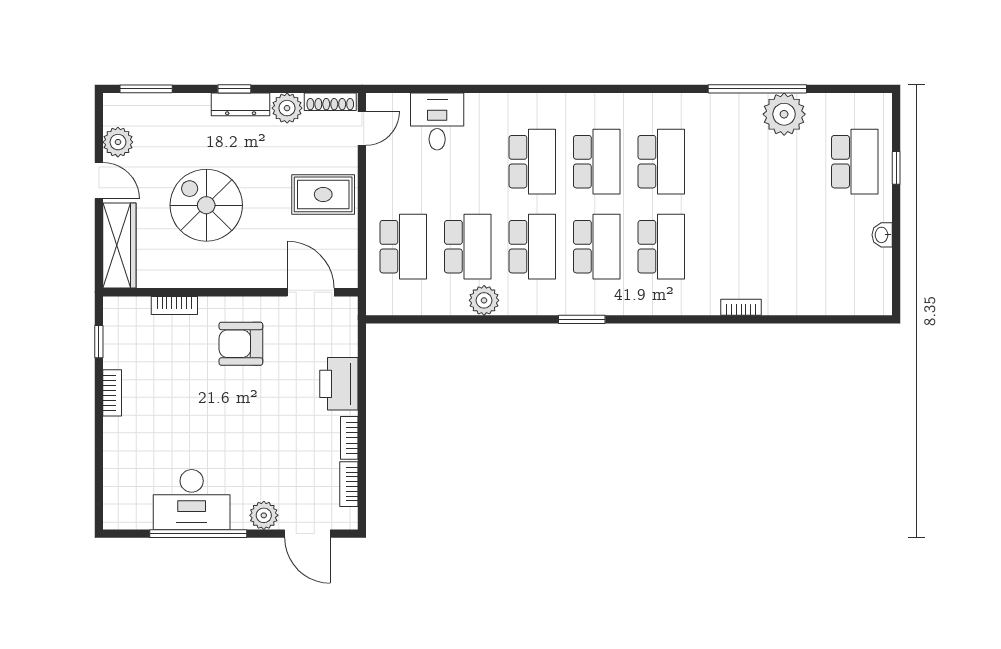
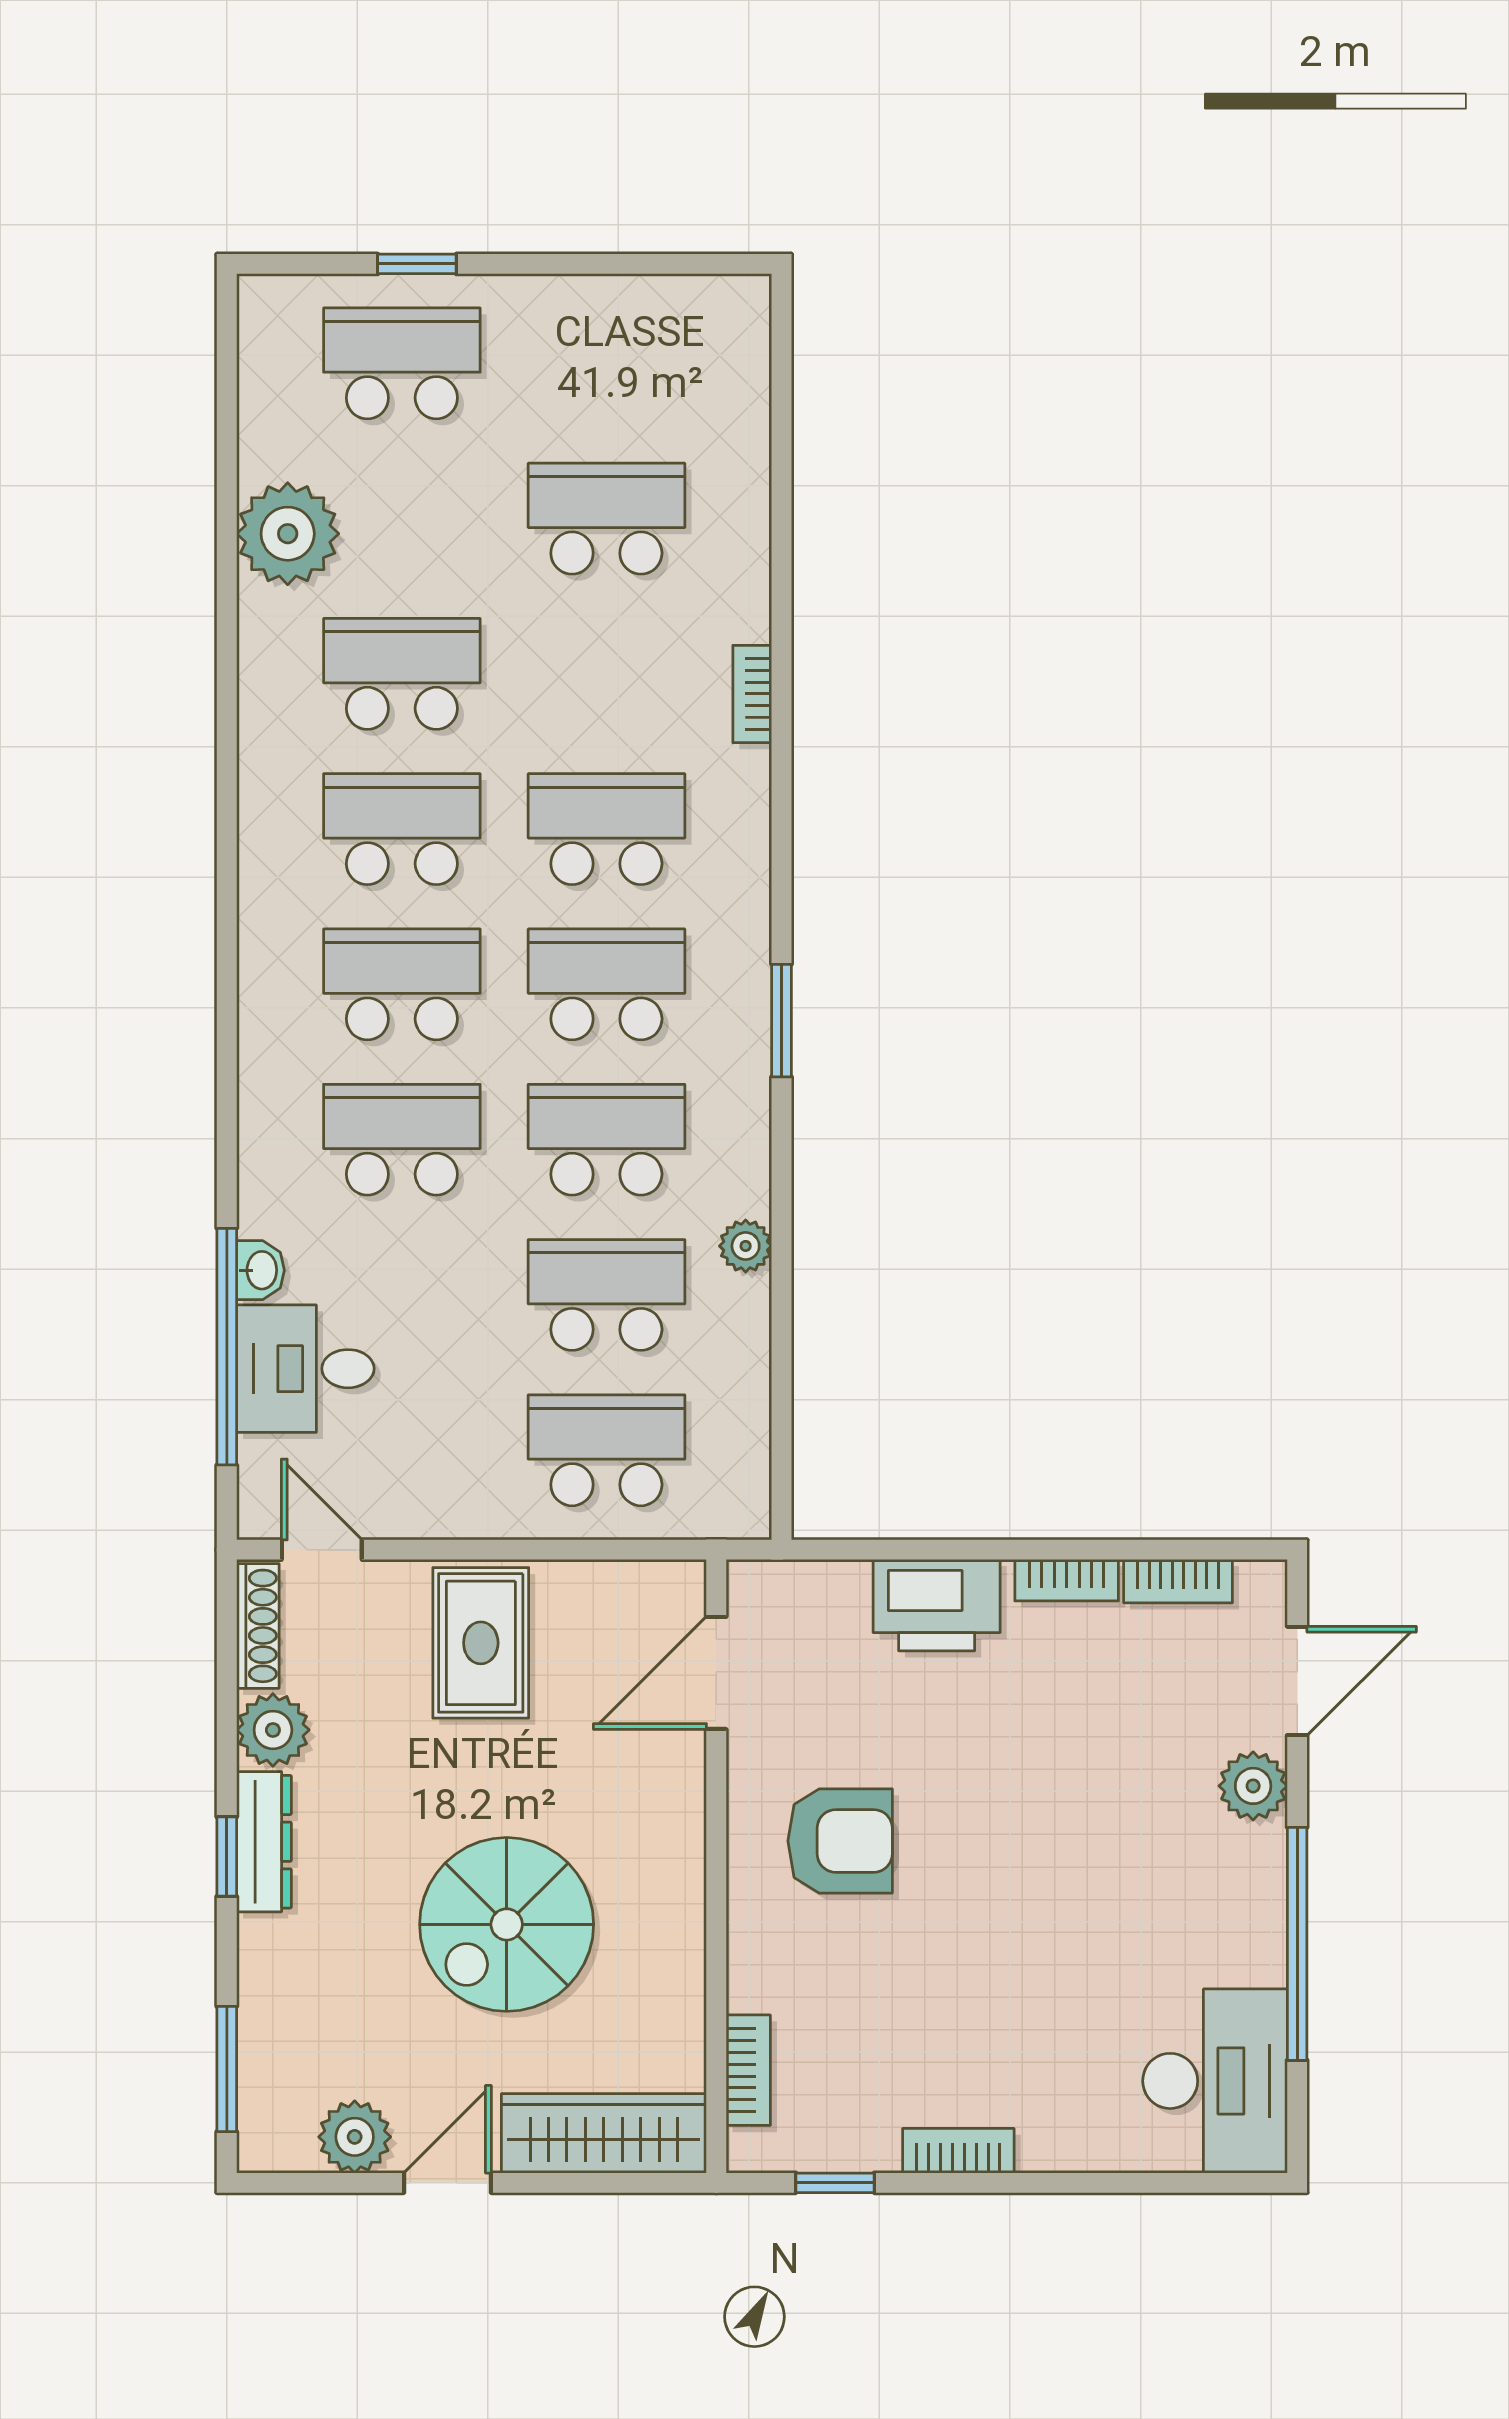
window: (757, 89) -> (227, 1347), moved
school desk: (726, 162) -> (402, 674), added
washbasin: (882, 235) -> (260, 1270), moved, turned -90
school desk: (790, 247) -> (606, 519), added
plant: (484, 300) -> (746, 1246), width x0.73, depth x0.73
bookcase: (174, 306) -> (748, 2070), moved
bookcase: (741, 307) -> (752, 694), moved
armchair: (241, 344) -> (840, 1841), turned -90
desk: (192, 500) -> (1215, 2081), moved

